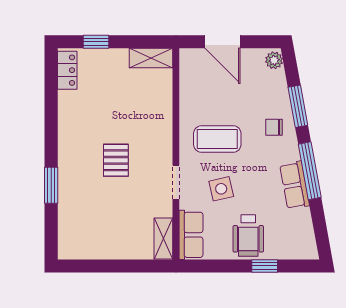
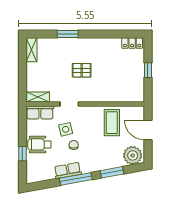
window: (96, 42) -> (148, 70), moved
door: (223, 42) -> (148, 130), hinge flipped
shelving: (151, 58) -> (32, 50), moved
plant: (274, 60) -> (133, 155), width x1.88, depth x1.88
chair: (274, 127) -> (74, 145), moved
coffee table: (217, 139) -> (112, 123), moved

